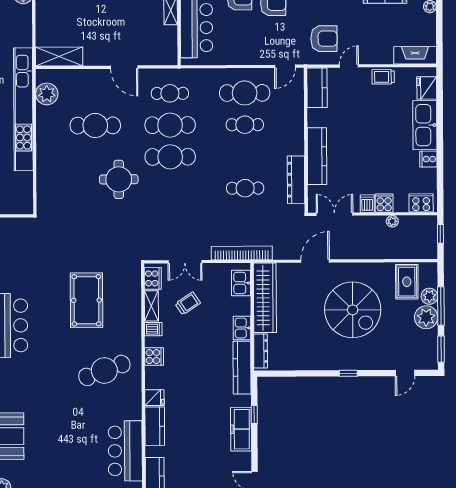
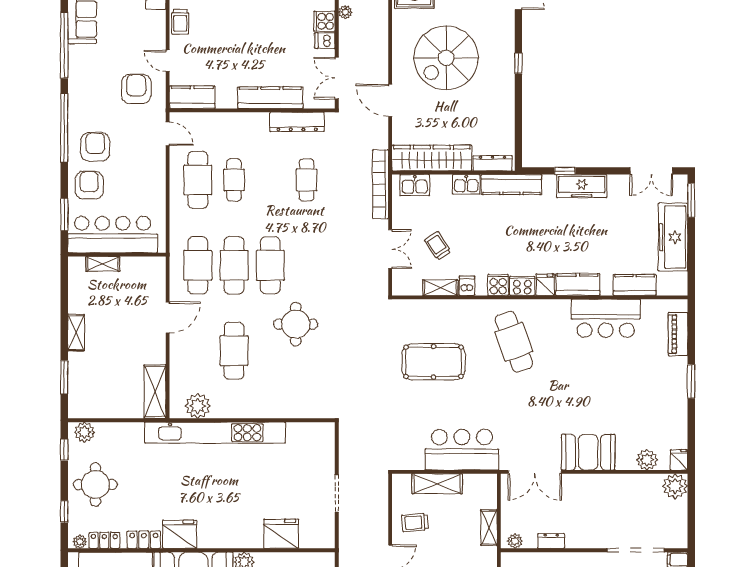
cafe table: (170, 93) -> (198, 265), width x1.37, depth x1.35
cooker: (153, 278) -> (522, 286), moved
spiral stairs: (353, 310) -> (446, 58), turned 180

